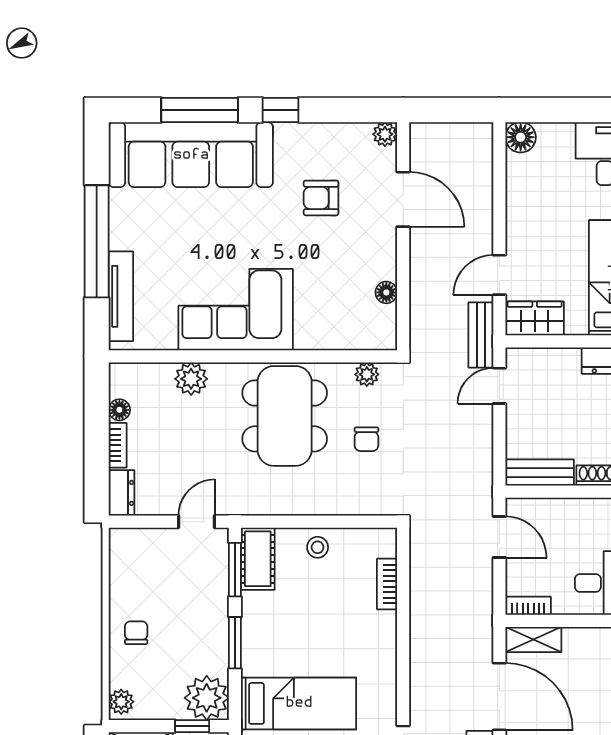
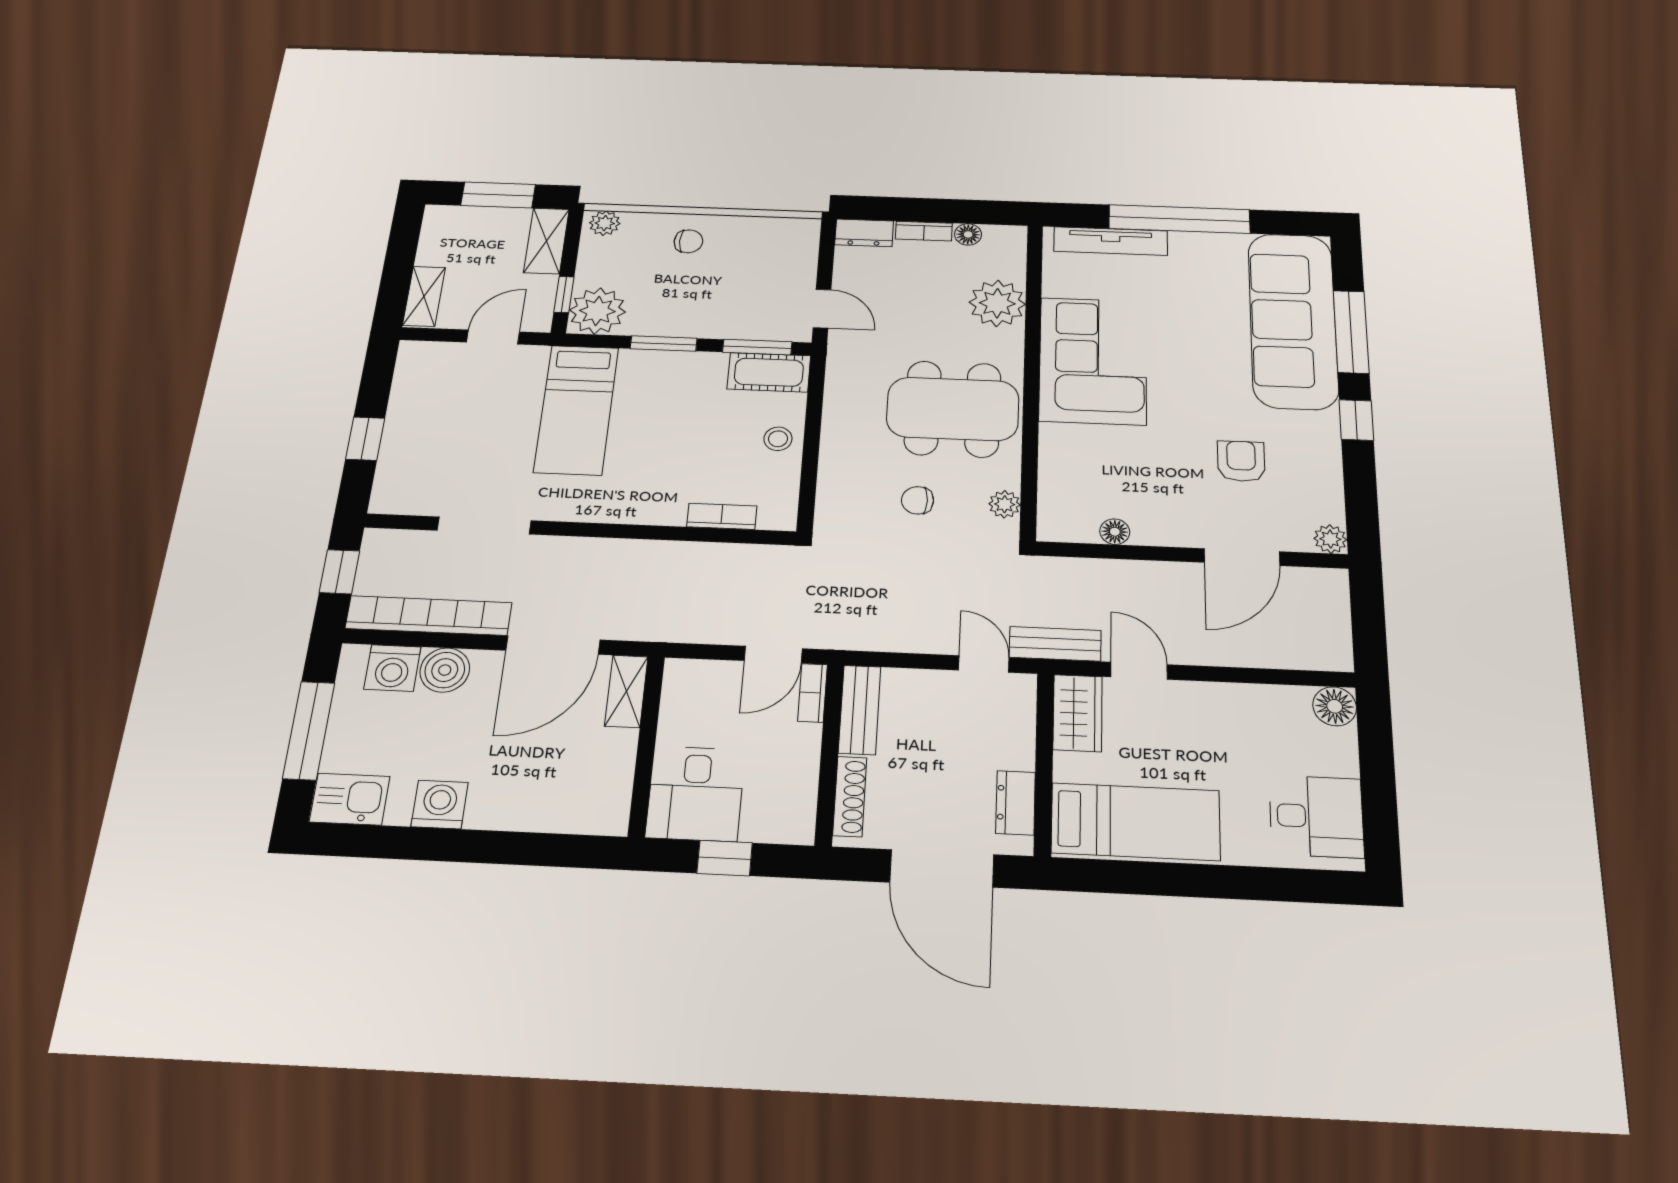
plant: (191, 379) -> (997, 303), width x1.36, depth x1.36
bookcase: (528, 606) -> (813, 693), moved, turned 180

